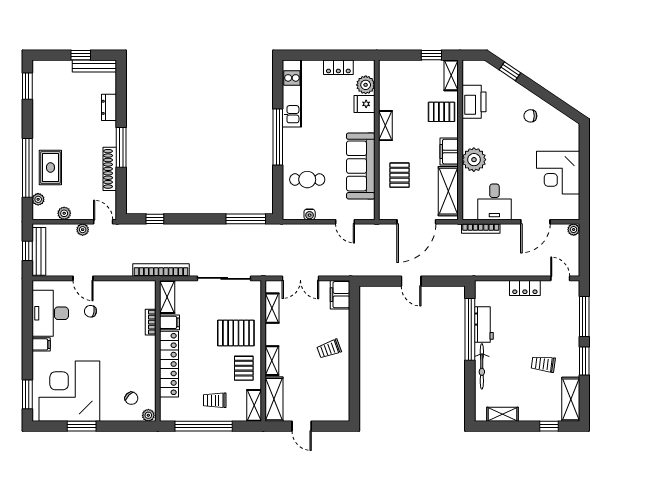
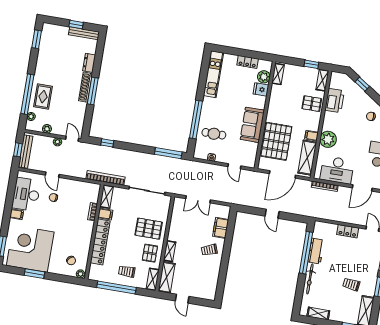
shelving: (385, 126) -> (278, 74), moved
window: (278, 137) -> (196, 120), moved
filing cabinet: (449, 152) -> (312, 136), width x0.50
sofa: (361, 166) -> (252, 125), width x0.73
shoe rack: (110, 169) -> (85, 87), moved
pallet: (400, 175) -> (276, 141), width x2.05, depth x2.00
desk: (494, 202) -> (337, 170), width x1.37
filing cabinet: (340, 295) -> (221, 228), moved
shelving: (272, 308) -> (176, 216), removed

